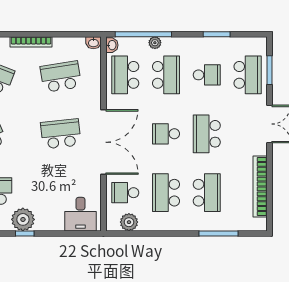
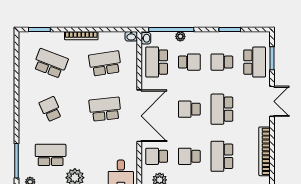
school desk: (166, 75) -> (189, 62), width x0.54
school desk: (207, 75) -> (222, 62), turned 180
school desk: (166, 193) -> (189, 156), width x0.54
school desk: (207, 193) -> (222, 156), turned 180

